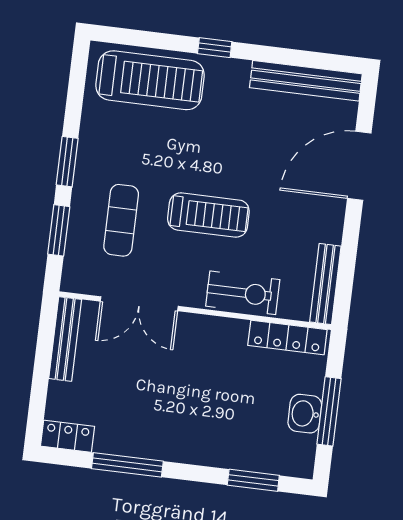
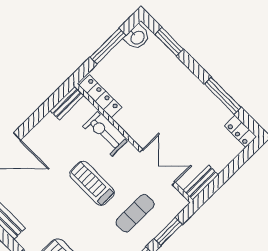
bench: (325, 284) -> (67, 103), width x0.73
bench: (65, 339) -> (201, 183), width x0.73
washbasin: (305, 414) -> (137, 37), moved

